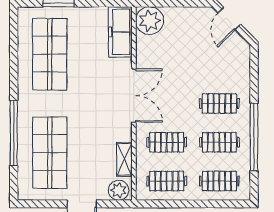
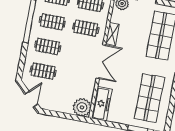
clothes rail: (219, 65) -> (43, 71), added
double door: (134, 96) -> (101, 62), swing flipped
shelving: (124, 159) -> (112, 34), moved

